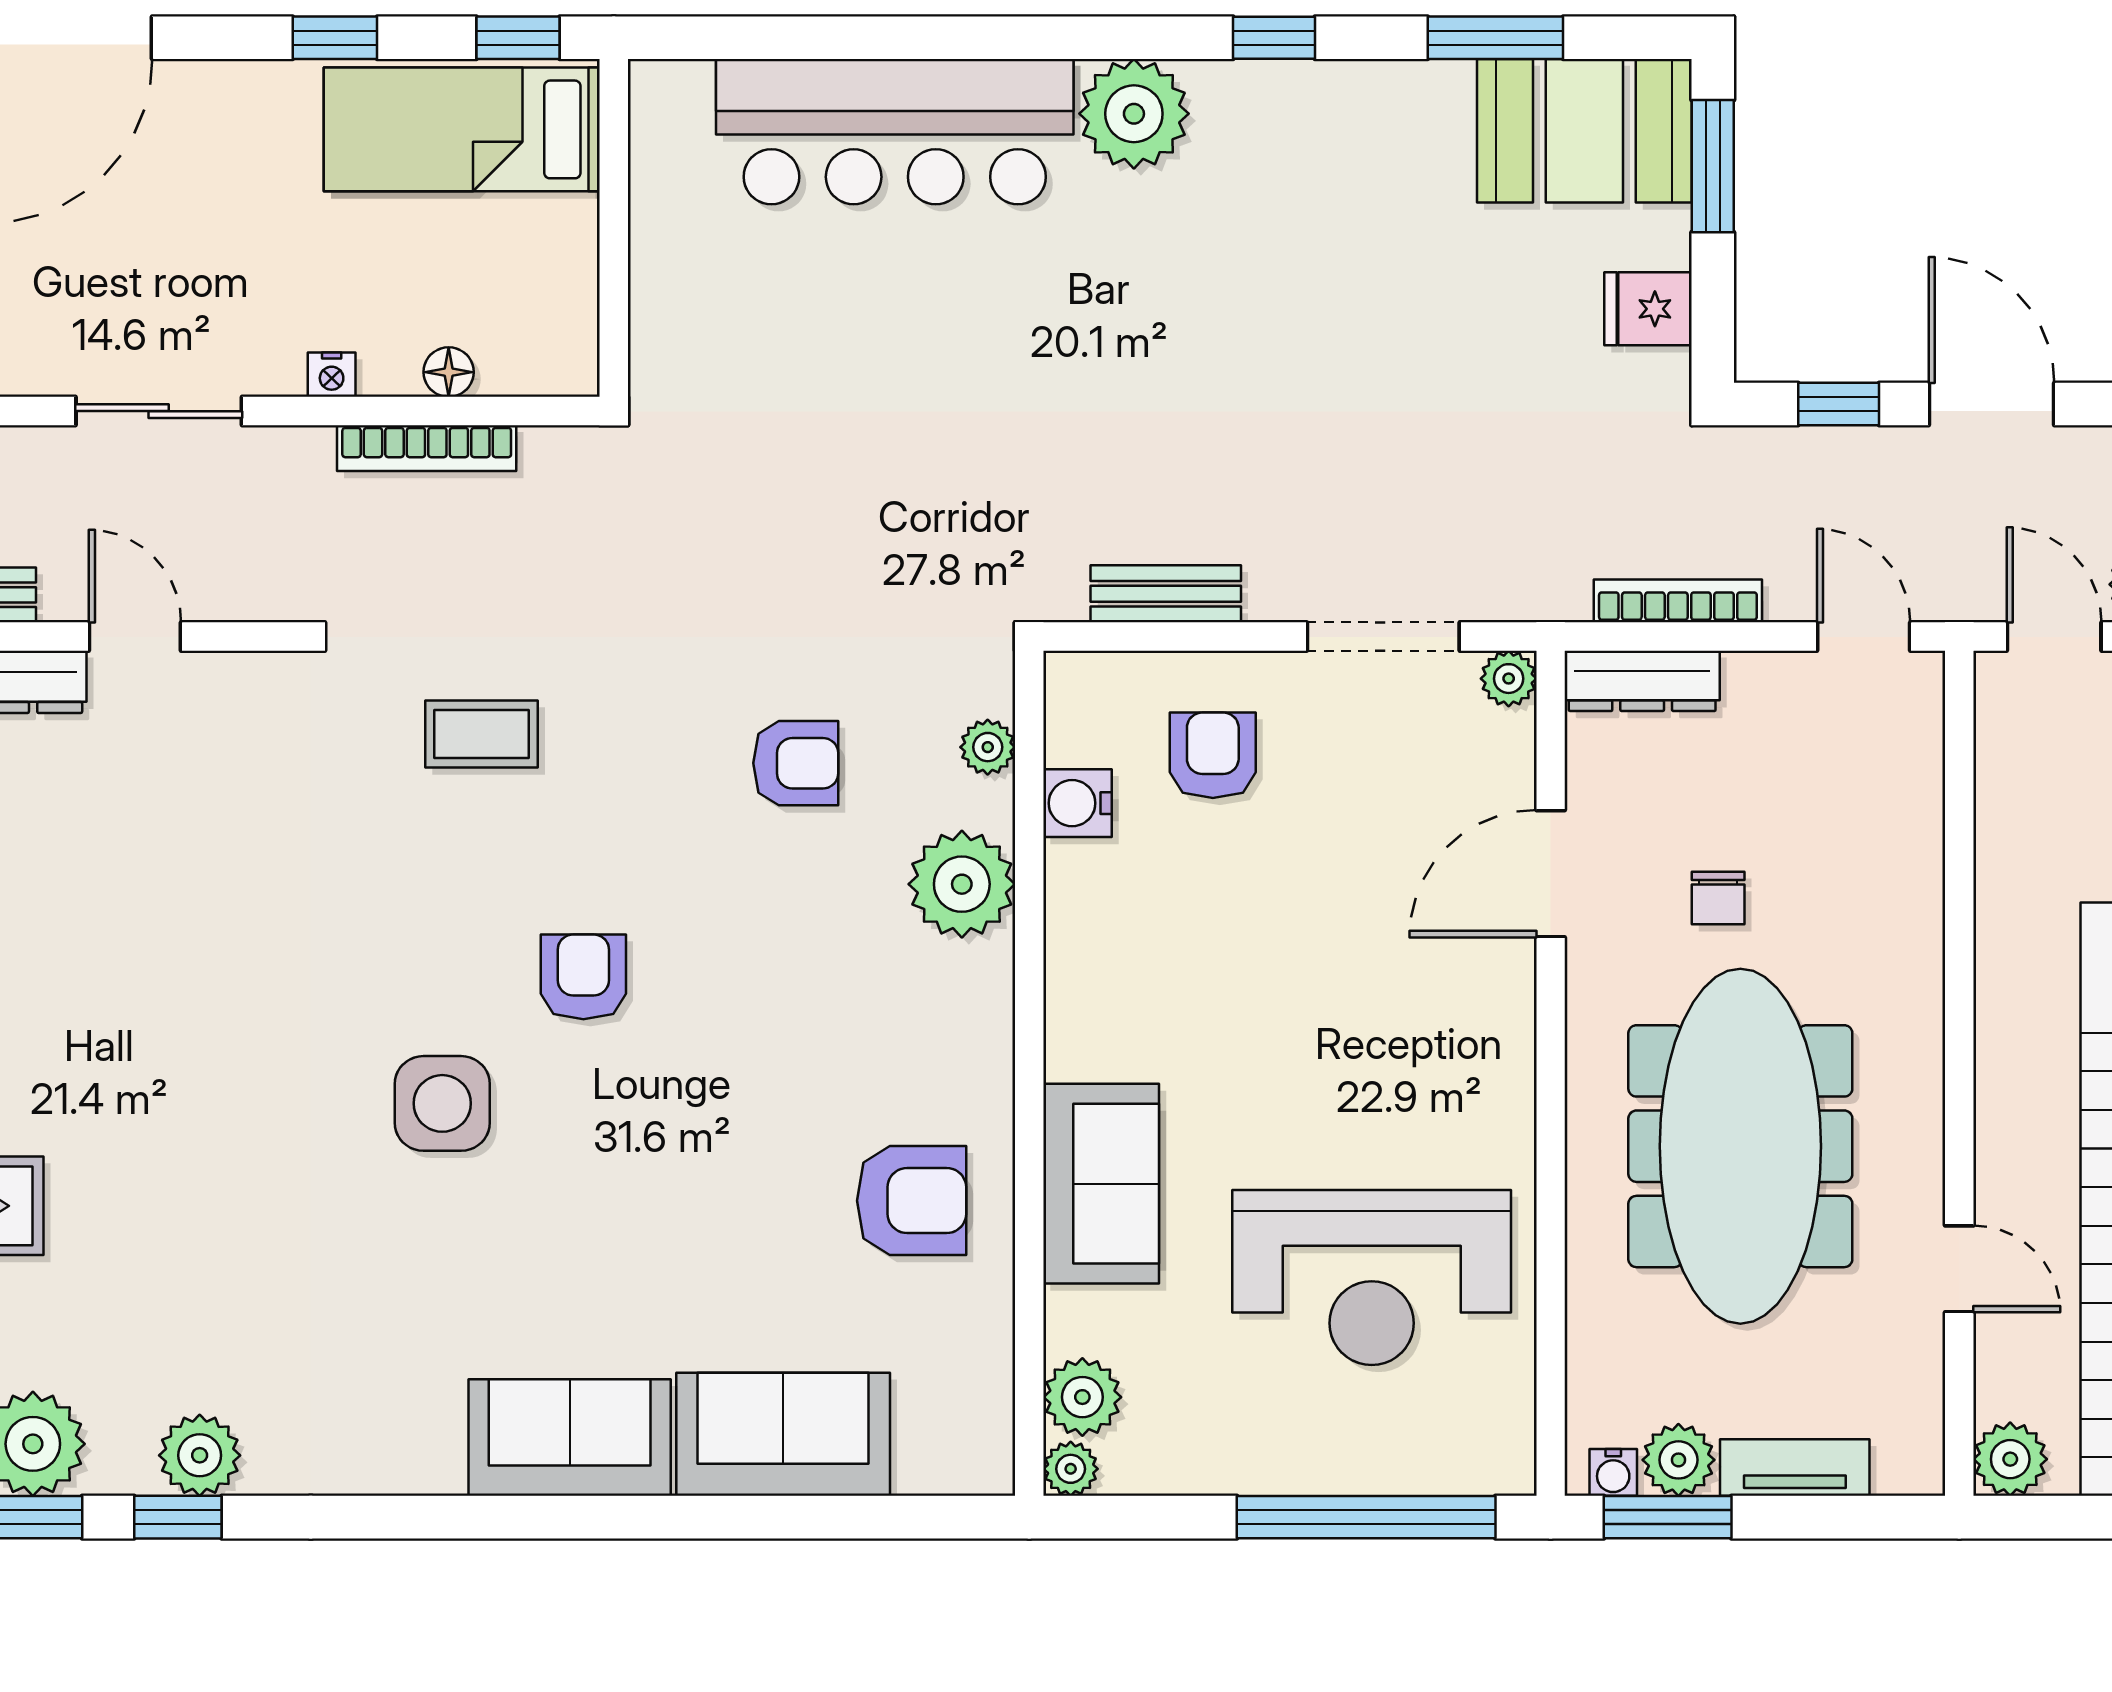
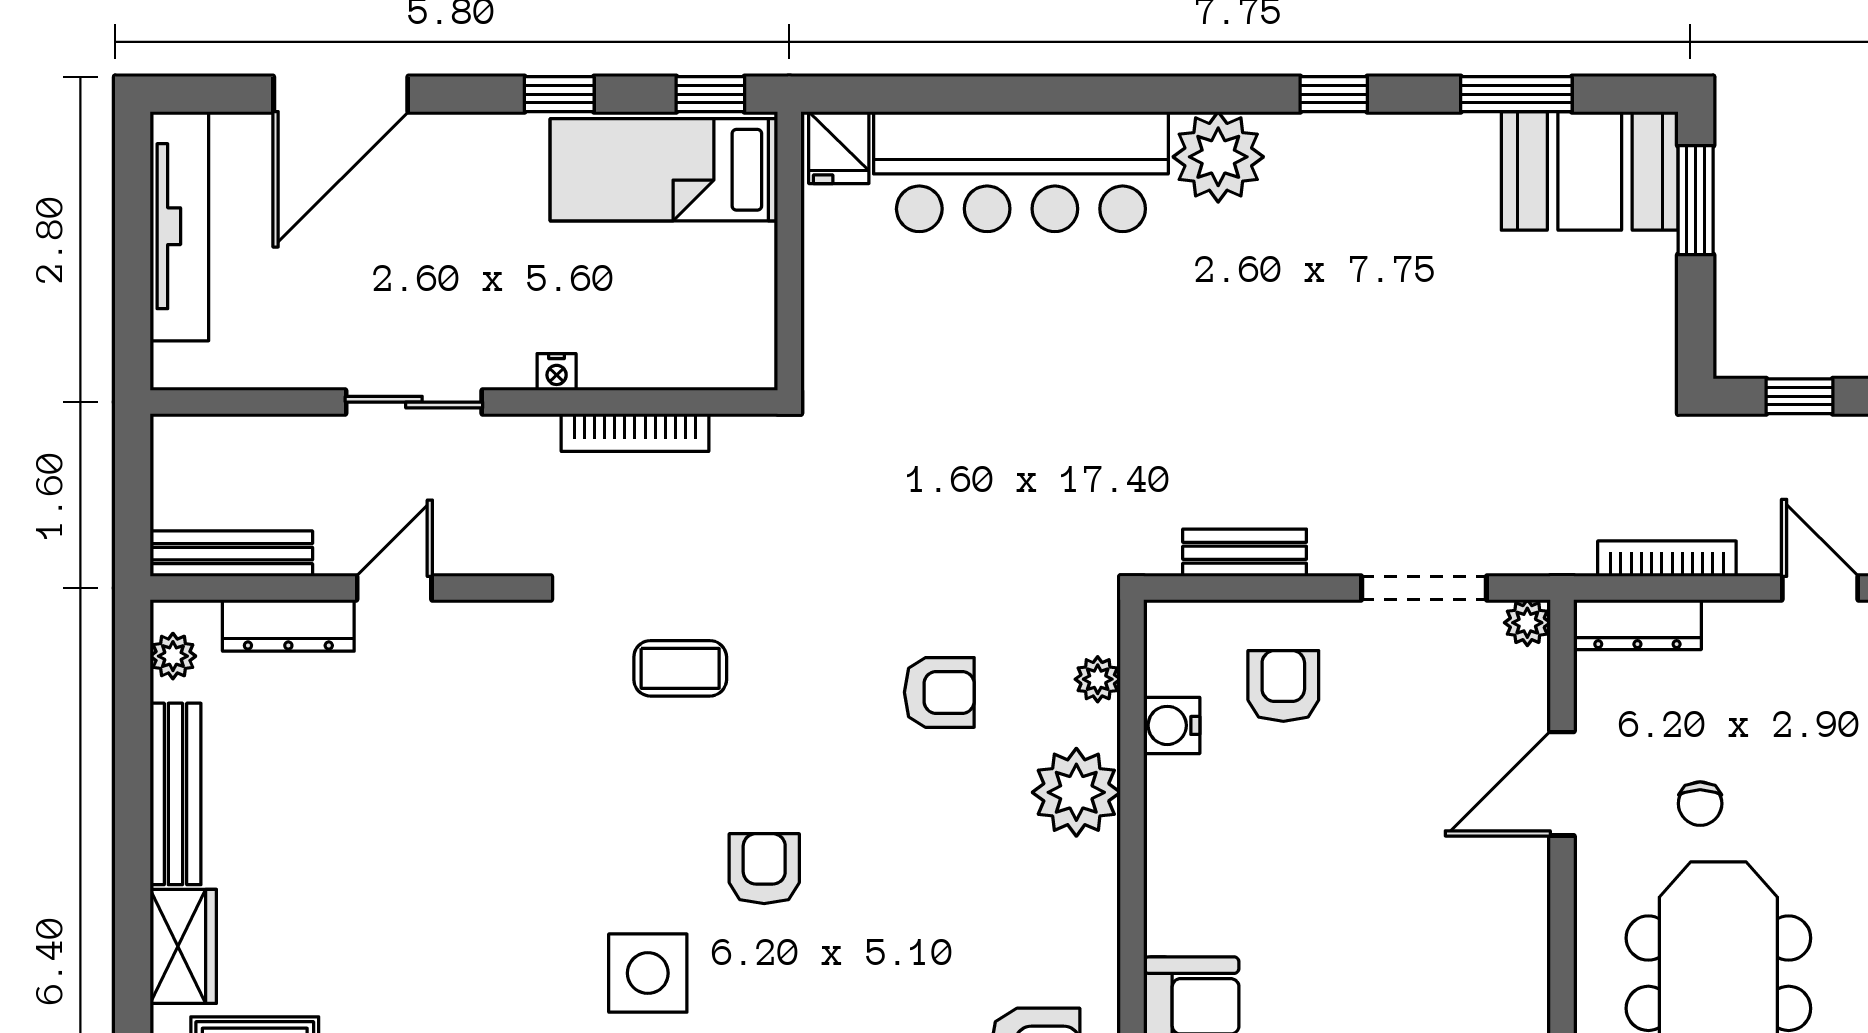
fridge: (1648, 309) -> (839, 148), moved, turned -90
floor lamp: (449, 372) -> (653, 370), removed
door: (135, 637) -> (394, 588), hinge flipped

